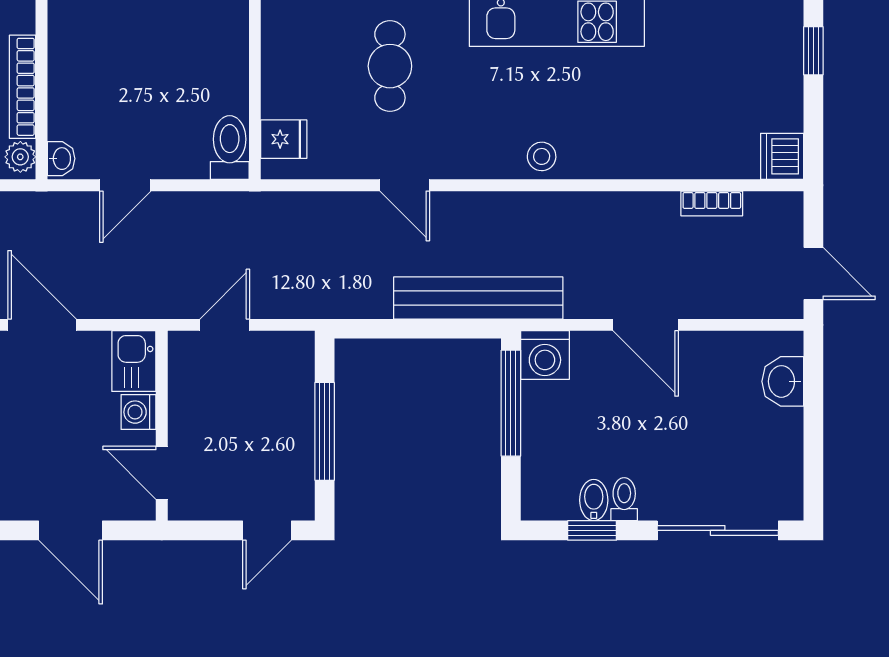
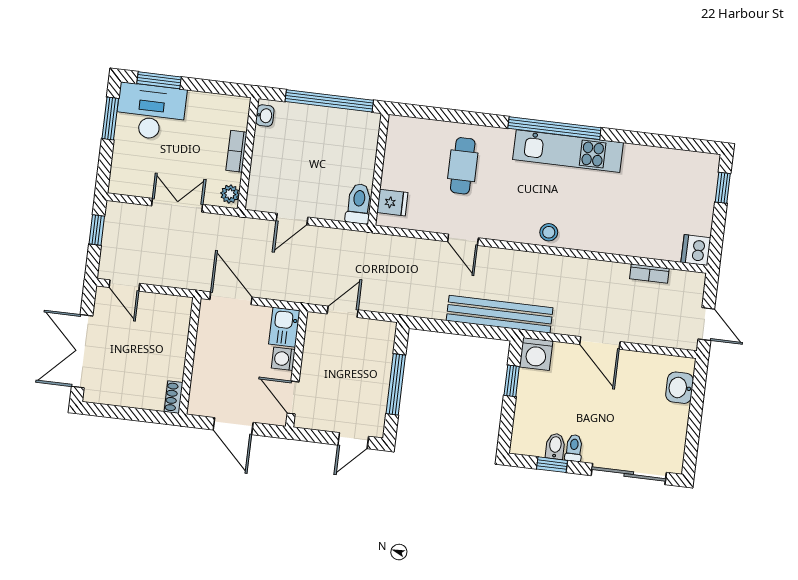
bookcase: (22, 87) -> (236, 151), width x0.64
washbasin: (61, 159) -> (265, 116), moved
window: (511, 403) -> (512, 381), width x0.46

